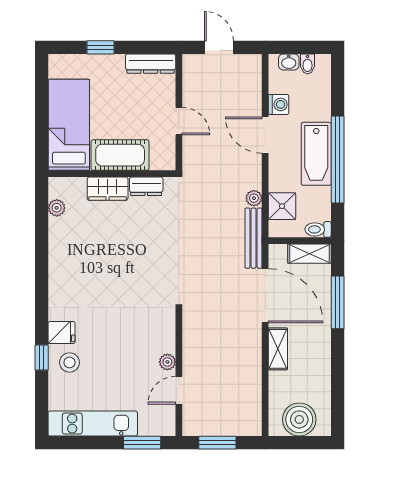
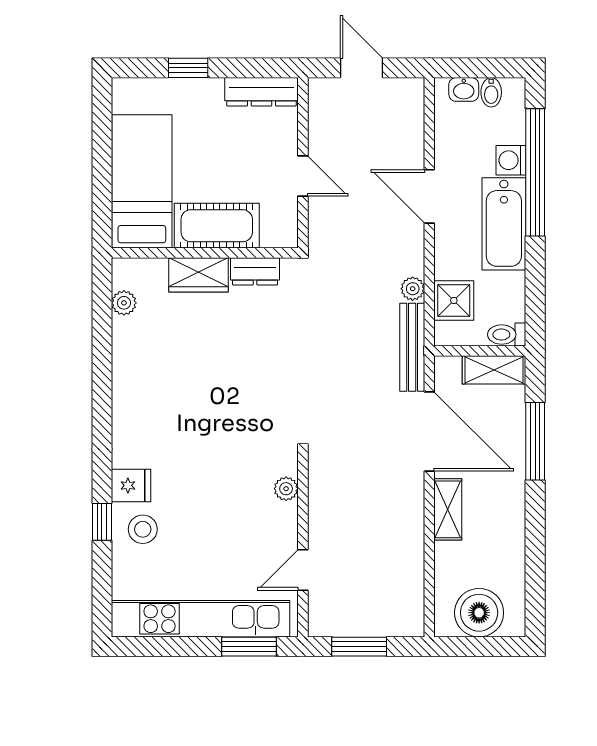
washing machine: (279, 104) -> (511, 160), moved, turned 180
window: (338, 160) -> (535, 172), moved
plant: (167, 362) -> (286, 489), moved
kitchen unit: (93, 424) -> (200, 619), width x1.36

